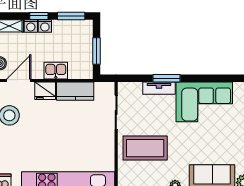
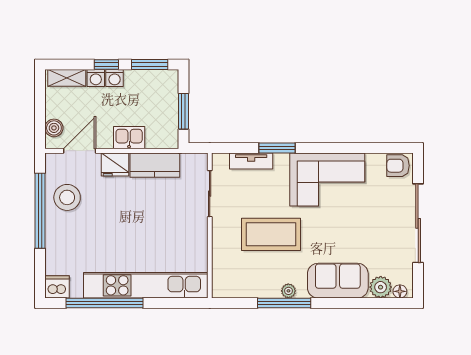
tv unit: (159, 88) -> (251, 161), moved
coffee table: (145, 148) -> (271, 234), moved

